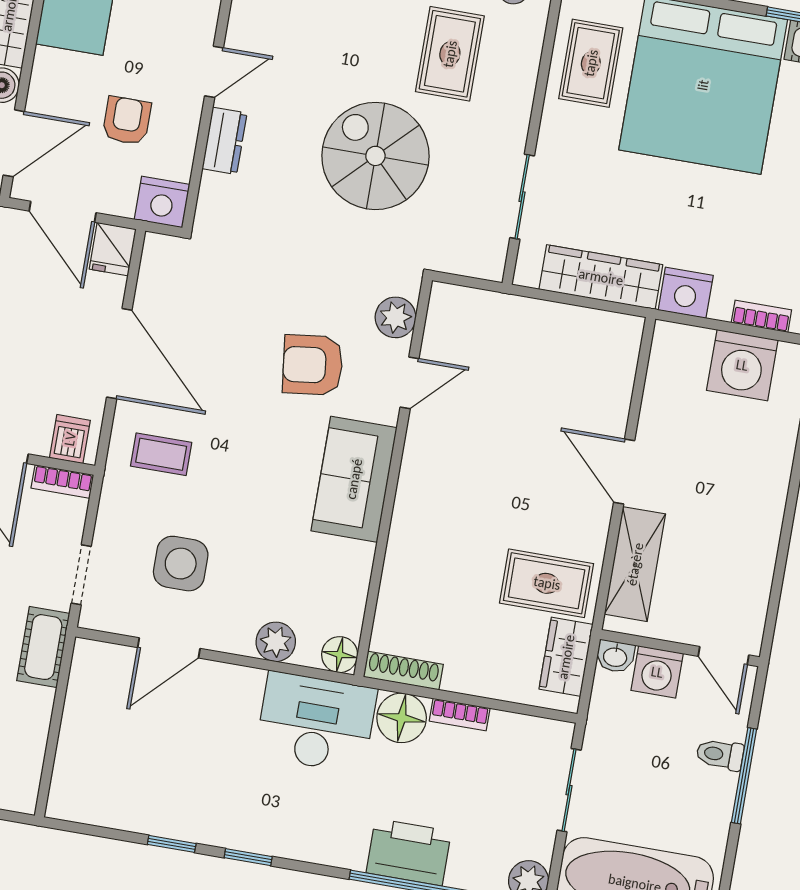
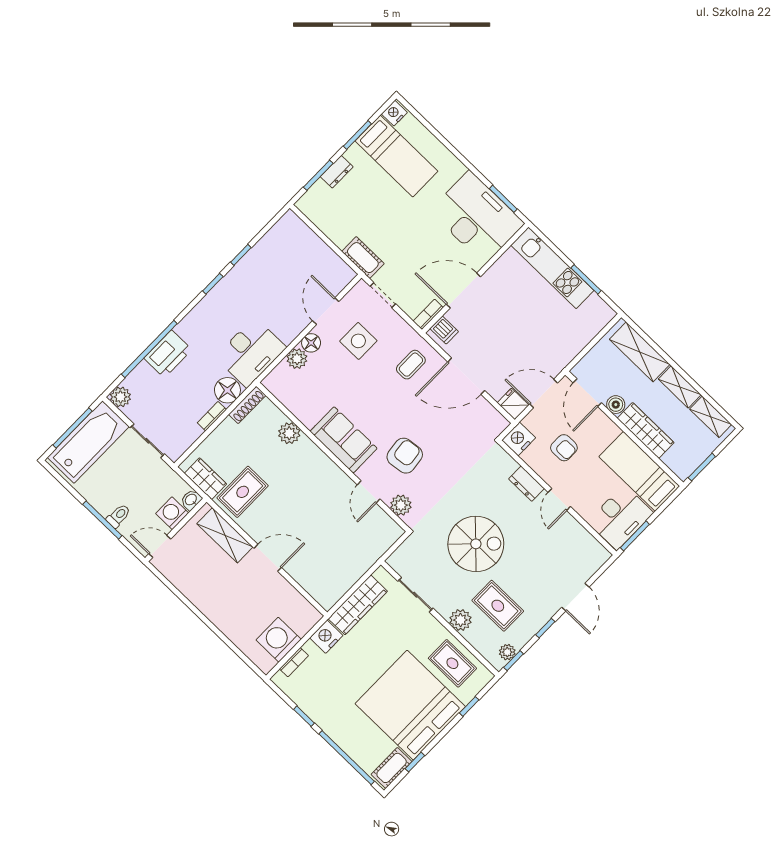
plant: (513, 98) -> (460, 620), added
plant: (403, 573) -> (289, 433), added
floor lamp: (340, 655) -> (311, 343), moved

